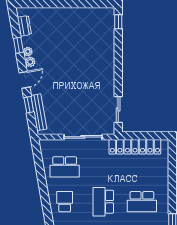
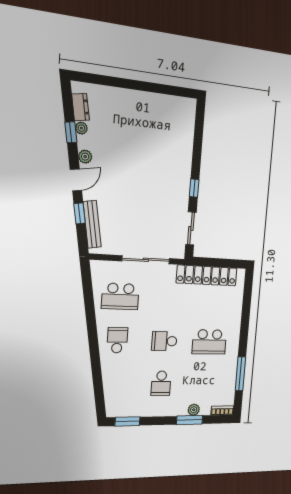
window: (118, 22) -> (194, 188), moved
plant: (28, 52) -> (81, 128), moved
school desk: (103, 202) -> (164, 341), width x0.54

